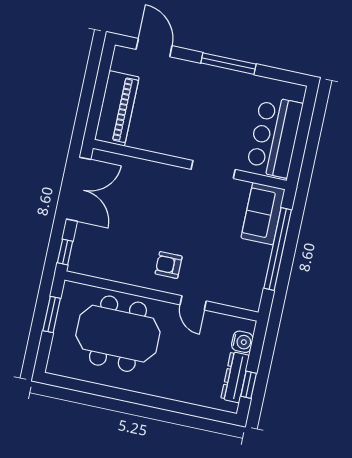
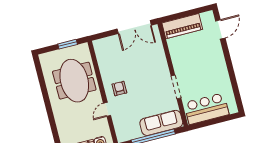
window: (228, 64) -> (230, 69), removed
sofa: (263, 214) -> (161, 123), width x1.36
window: (65, 252) -> (101, 36), removed

